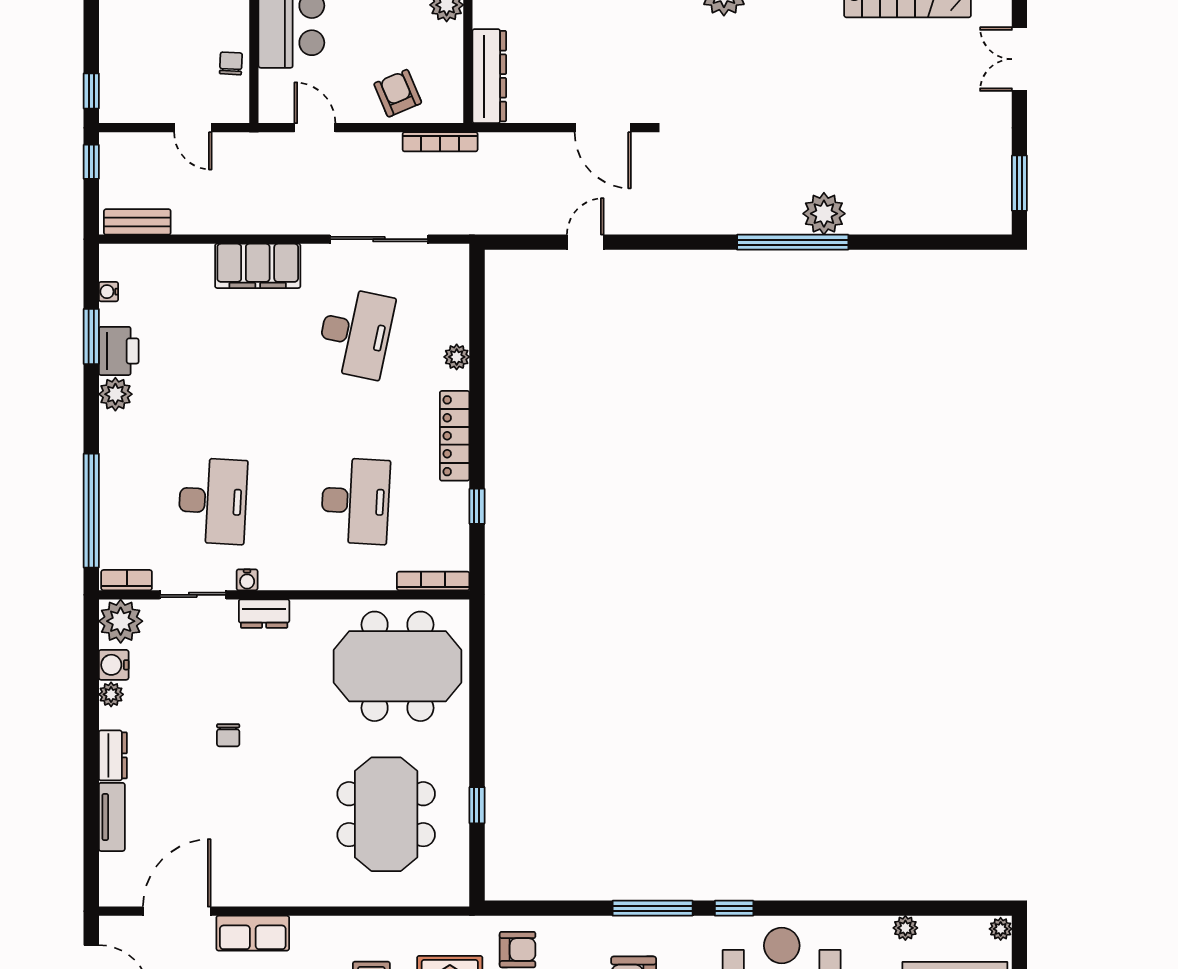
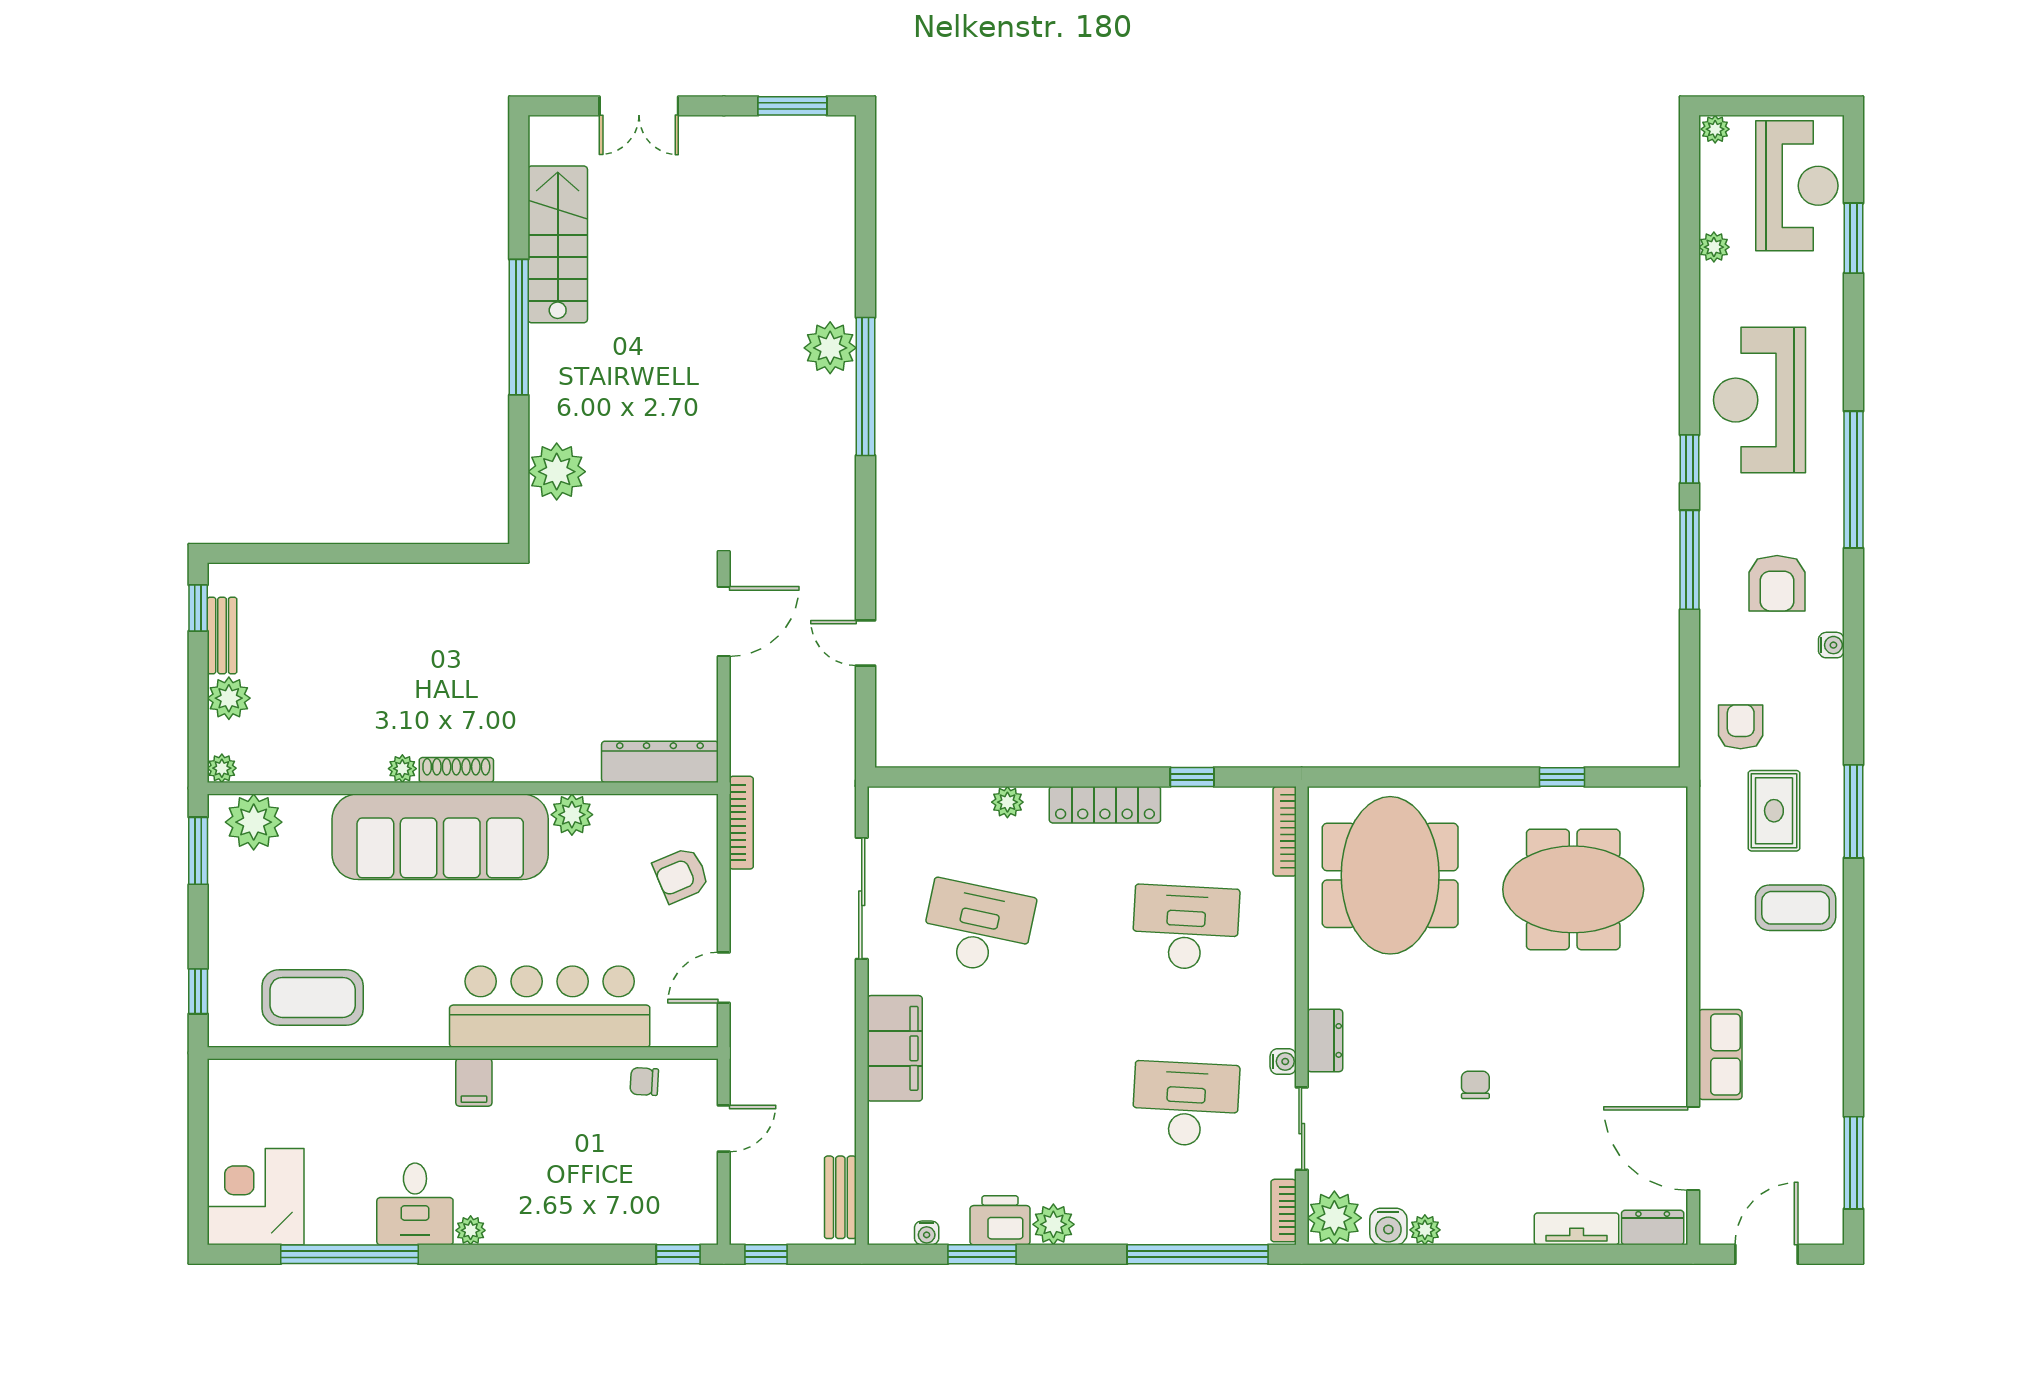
chair: (228, 735) -> (1475, 1085), turned -90
dresser: (113, 755) -> (1653, 1228), moved

